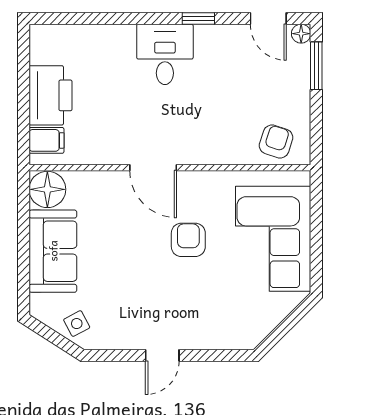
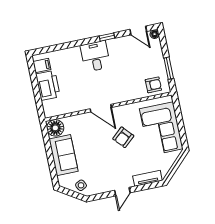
window: (316, 66) -> (169, 68), moved
filing cabinet: (46, 140) -> (42, 66), moved
armchair: (276, 141) -> (153, 85), turned 72
armchair: (188, 240) -> (123, 137), turned -132
tv unit: (222, 338) -> (147, 178), added

